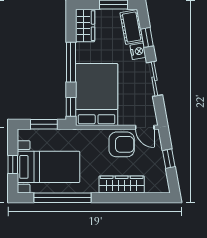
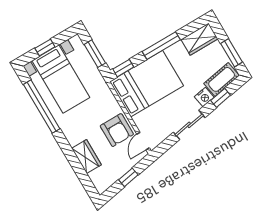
wardrobe: (122, 184) -> (86, 157), width x0.67

